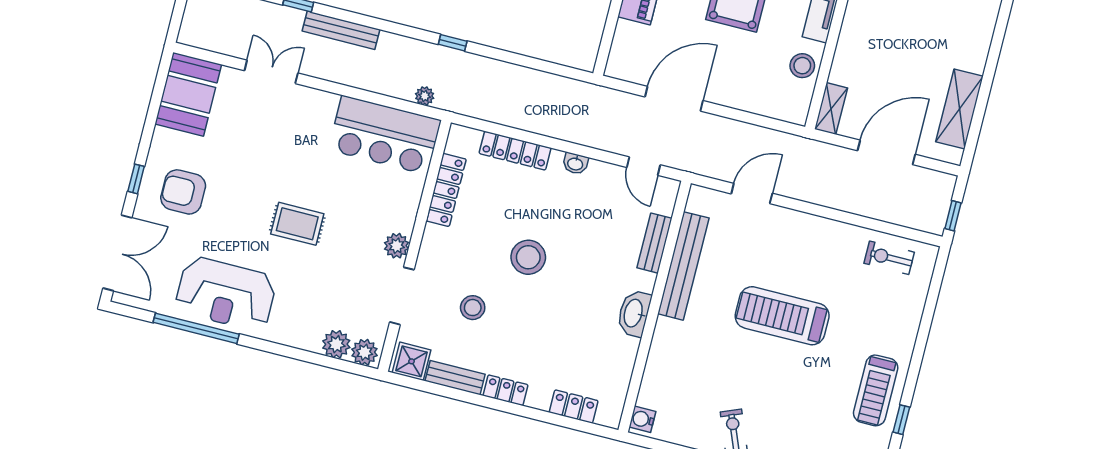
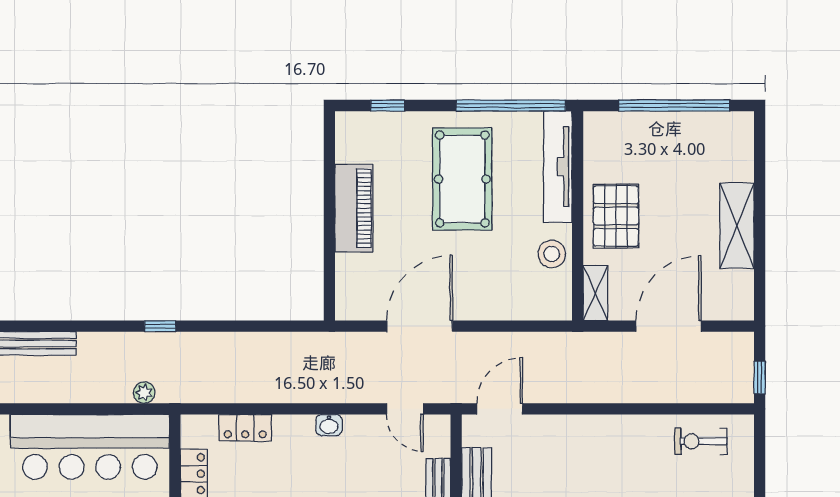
pallet: (865, 47) -> (616, 216), added
shelving: (959, 109) -> (737, 226), moved
bar counter: (385, 135) -> (90, 447), width x1.36
locker: (515, 151) -> (245, 428), width x0.66
door: (752, 194) -> (500, 409), moved

